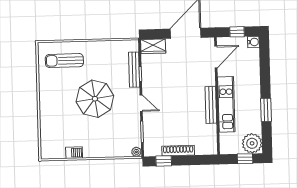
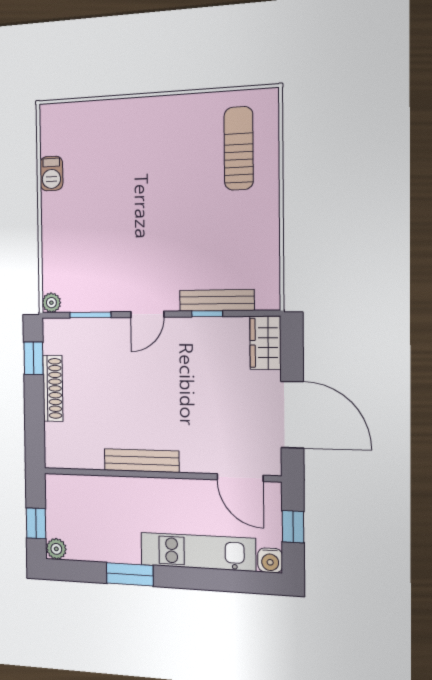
parasol: (95, 99) -> (158, 216), removed
kitchen unit: (226, 104) -> (198, 552), moved, turned 180
plant: (252, 143) -> (56, 549), width x0.53, depth x0.53

